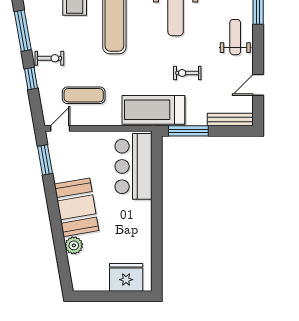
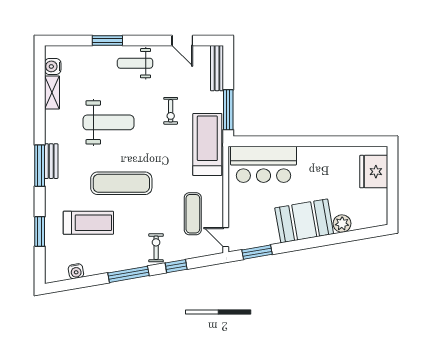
treadmill: (153, 110) -> (207, 144), turned 180

